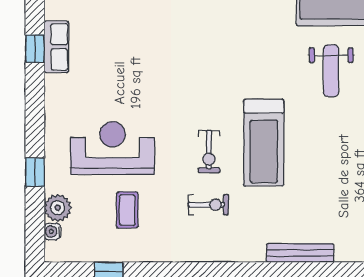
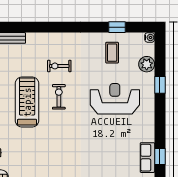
reception desk: (112, 148) -> (115, 99), turned 180
coffee table: (127, 210) -> (112, 53), moved
water cooler: (52, 231) -> (150, 37), moved

